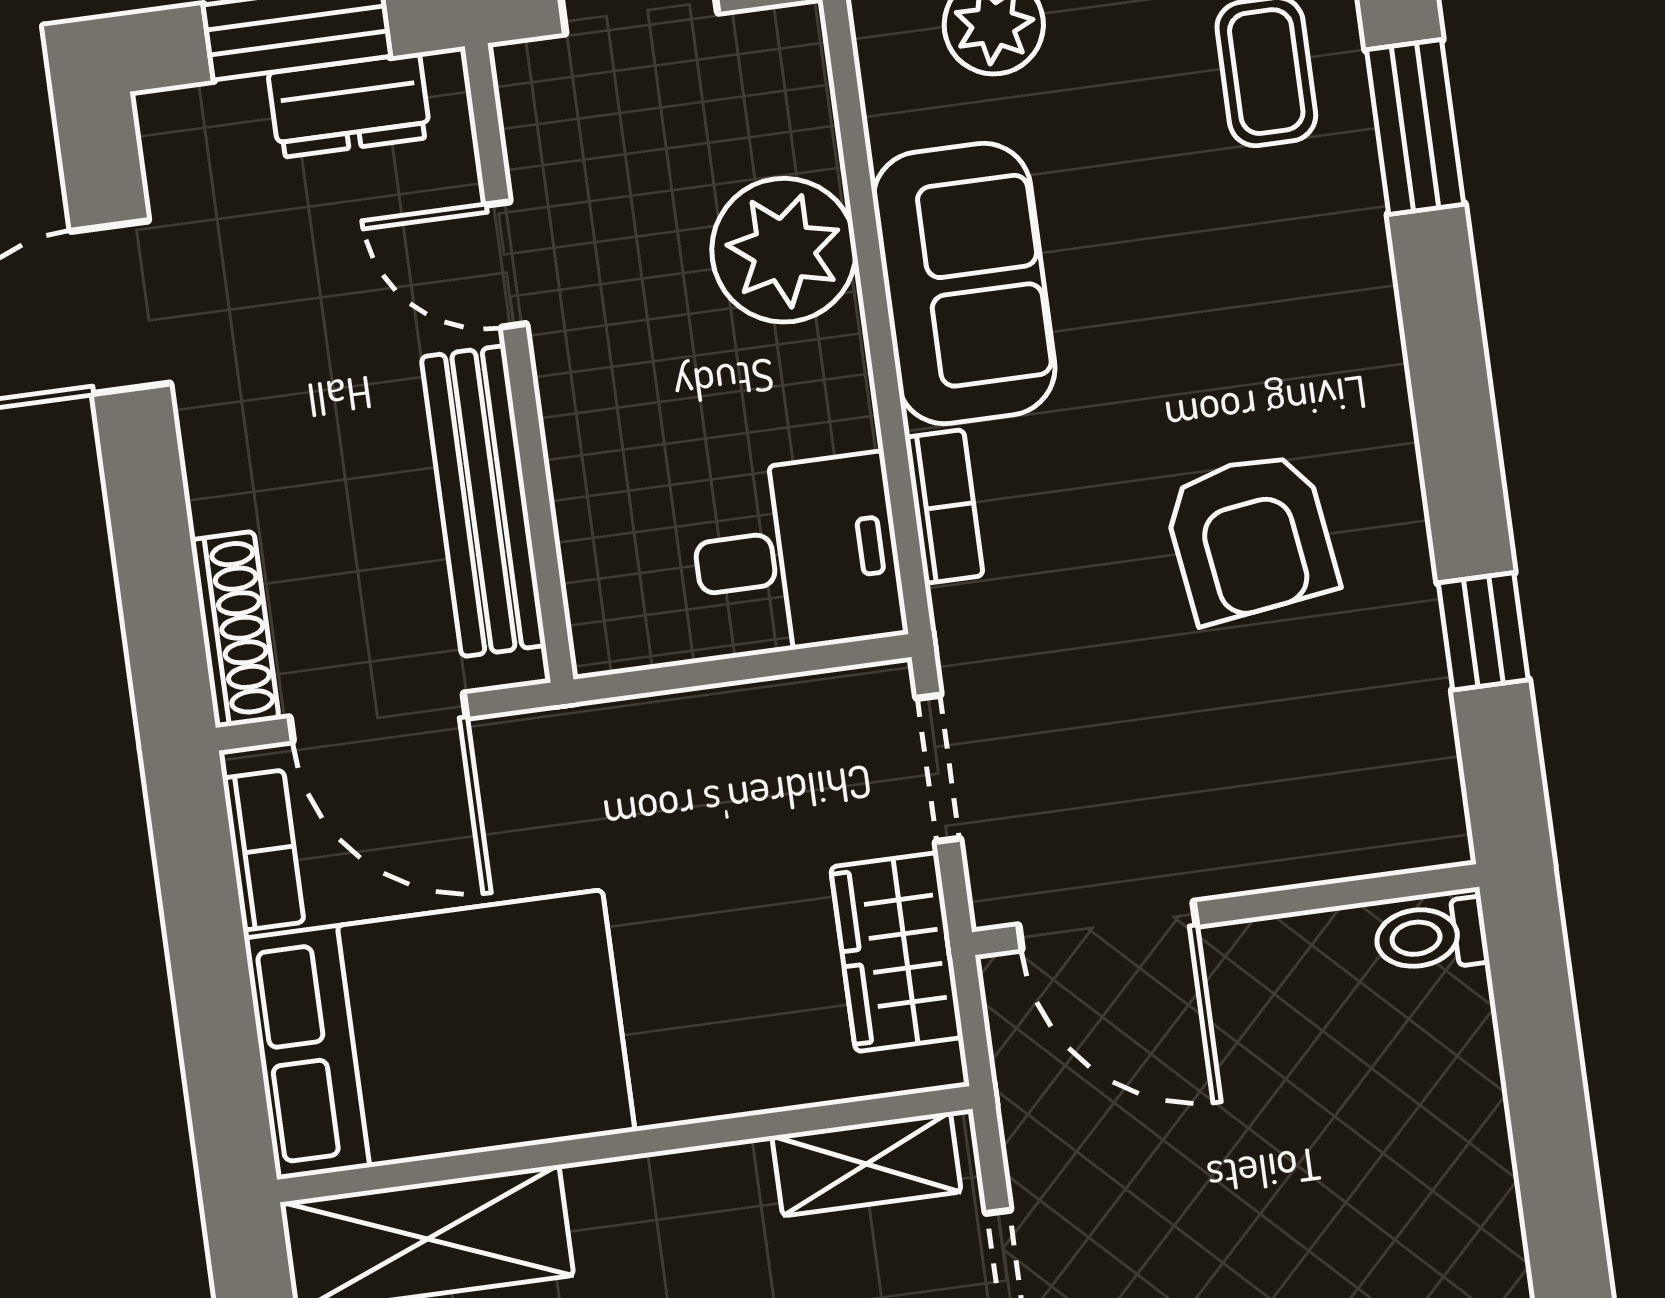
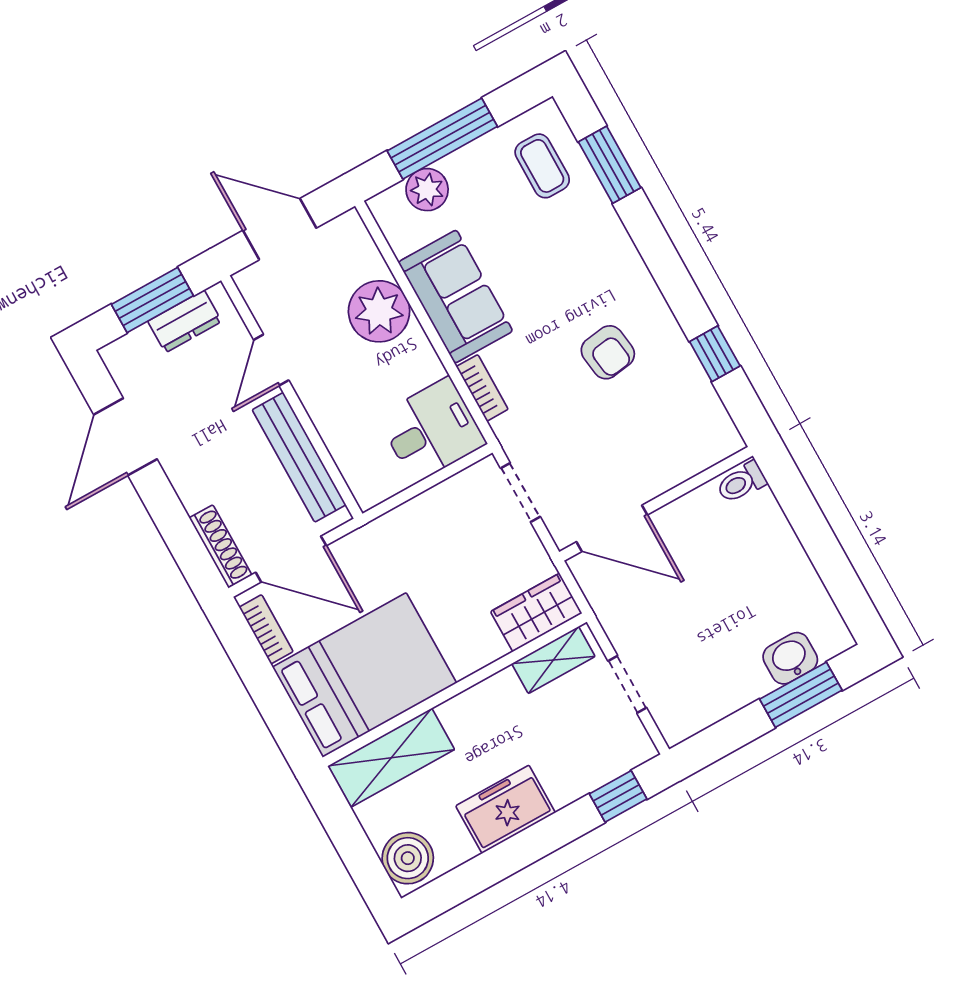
door: (506, 264) -> (271, 360), hinge flipped
armchair: (1250, 536) -> (608, 352), width x0.72, depth x0.72
wardrobe: (897, 952) -> (536, 612), moved, turned 90

